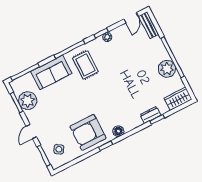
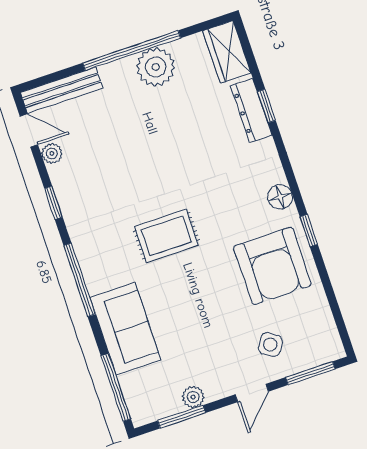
bench: (149, 25) -> (62, 90), width x1.36
plant: (107, 37) -> (52, 153), moved
rug: (85, 65) -> (166, 236), moved
plant: (28, 101) -> (193, 397), width x0.53, depth x0.53
dresser: (151, 115) -> (251, 110), width x1.44
door: (31, 131) -> (252, 393), hinge flipped
side table: (59, 149) -> (270, 345), moved

